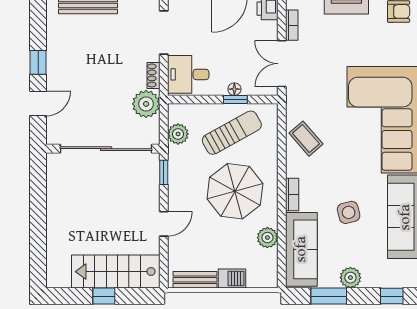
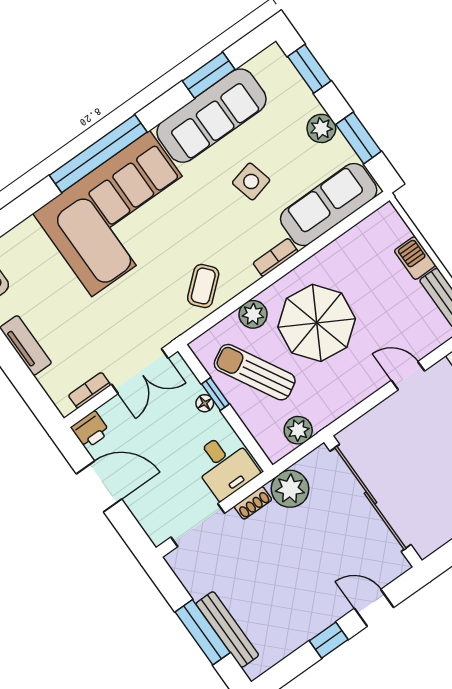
window: (164, 172) -> (352, 416), removed
plant: (267, 238) -> (253, 314), moved
window: (392, 296) -> (309, 69), width x1.50

